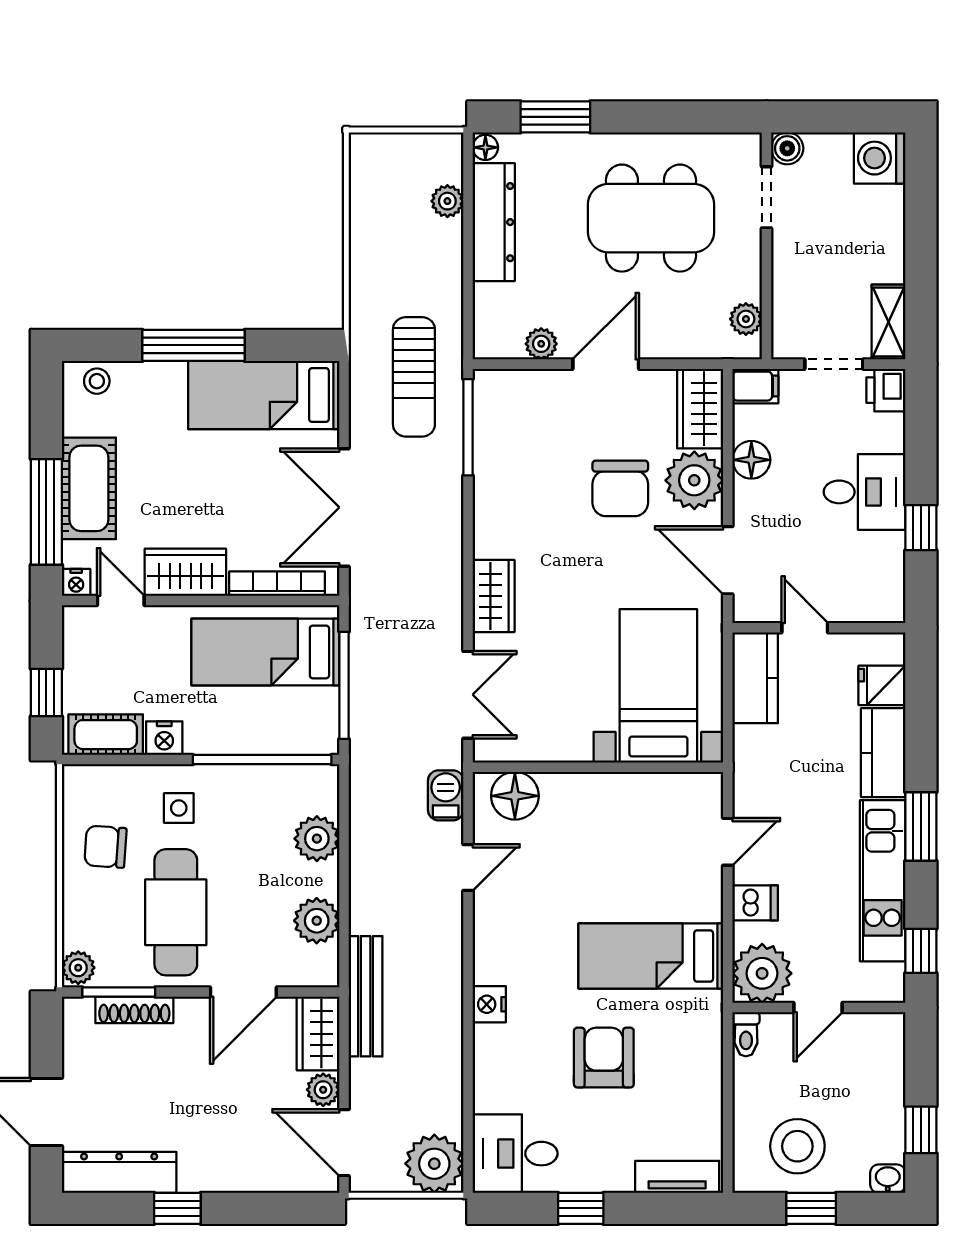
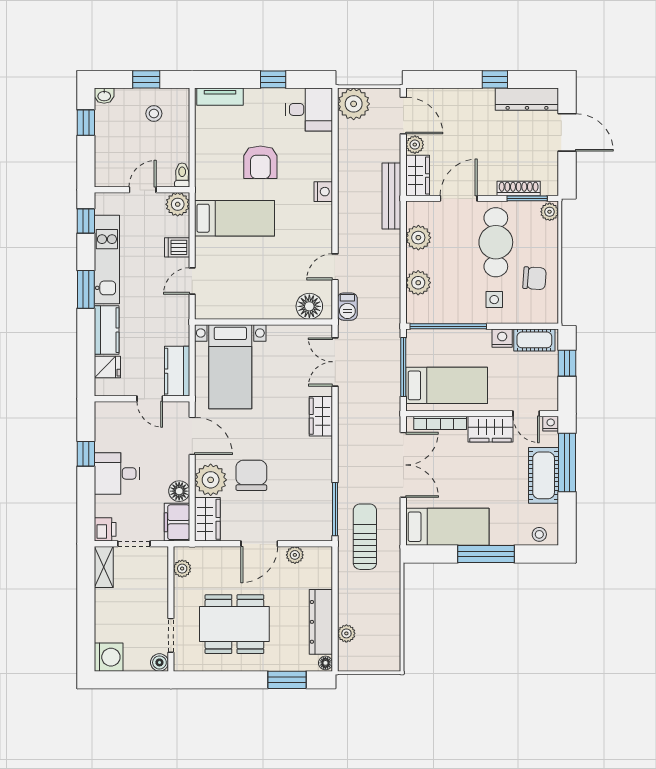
filing cabinet: (755, 386) -> (177, 522), width x2.00
plant: (762, 973) -> (178, 204), width x0.73, depth x0.73
stool: (797, 1146) -> (154, 114), width x0.53, depth x0.53

